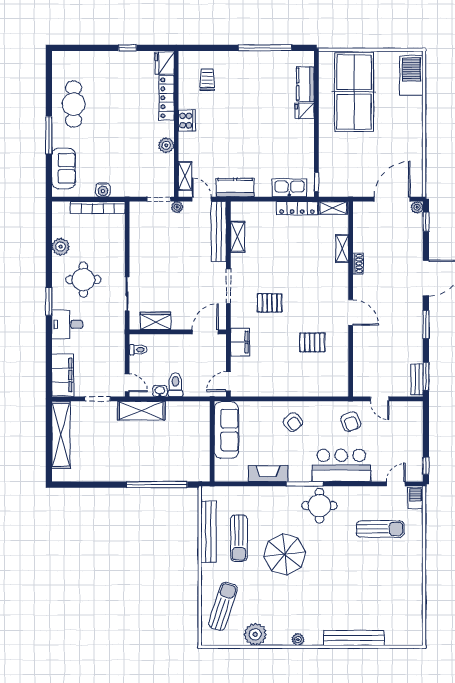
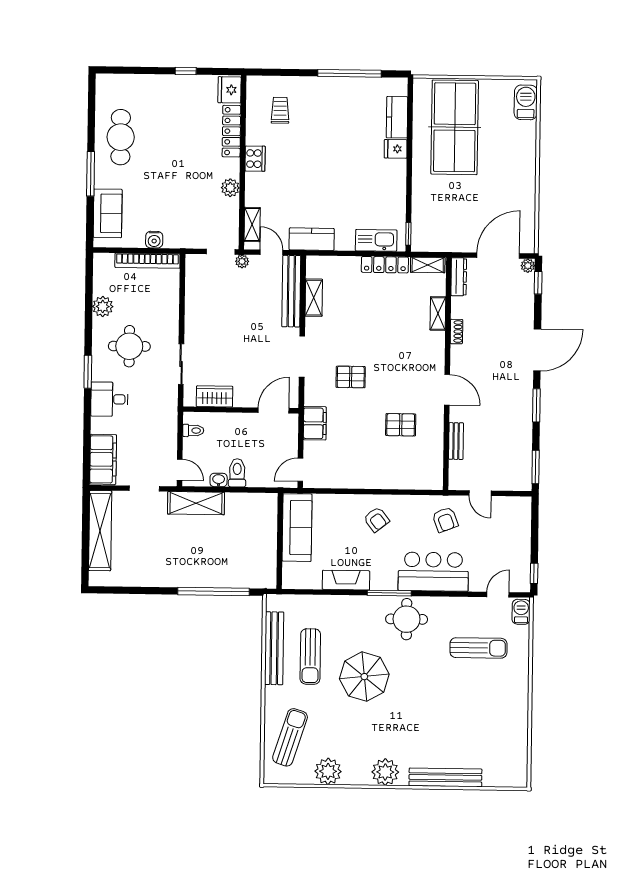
barbecue: (411, 76) -> (526, 102), width x0.73, depth x0.83
dresser: (359, 217) -> (459, 277), added
bench: (417, 379) -> (456, 441), moved
plant: (298, 640) -> (385, 772), width x1.87, depth x1.87

